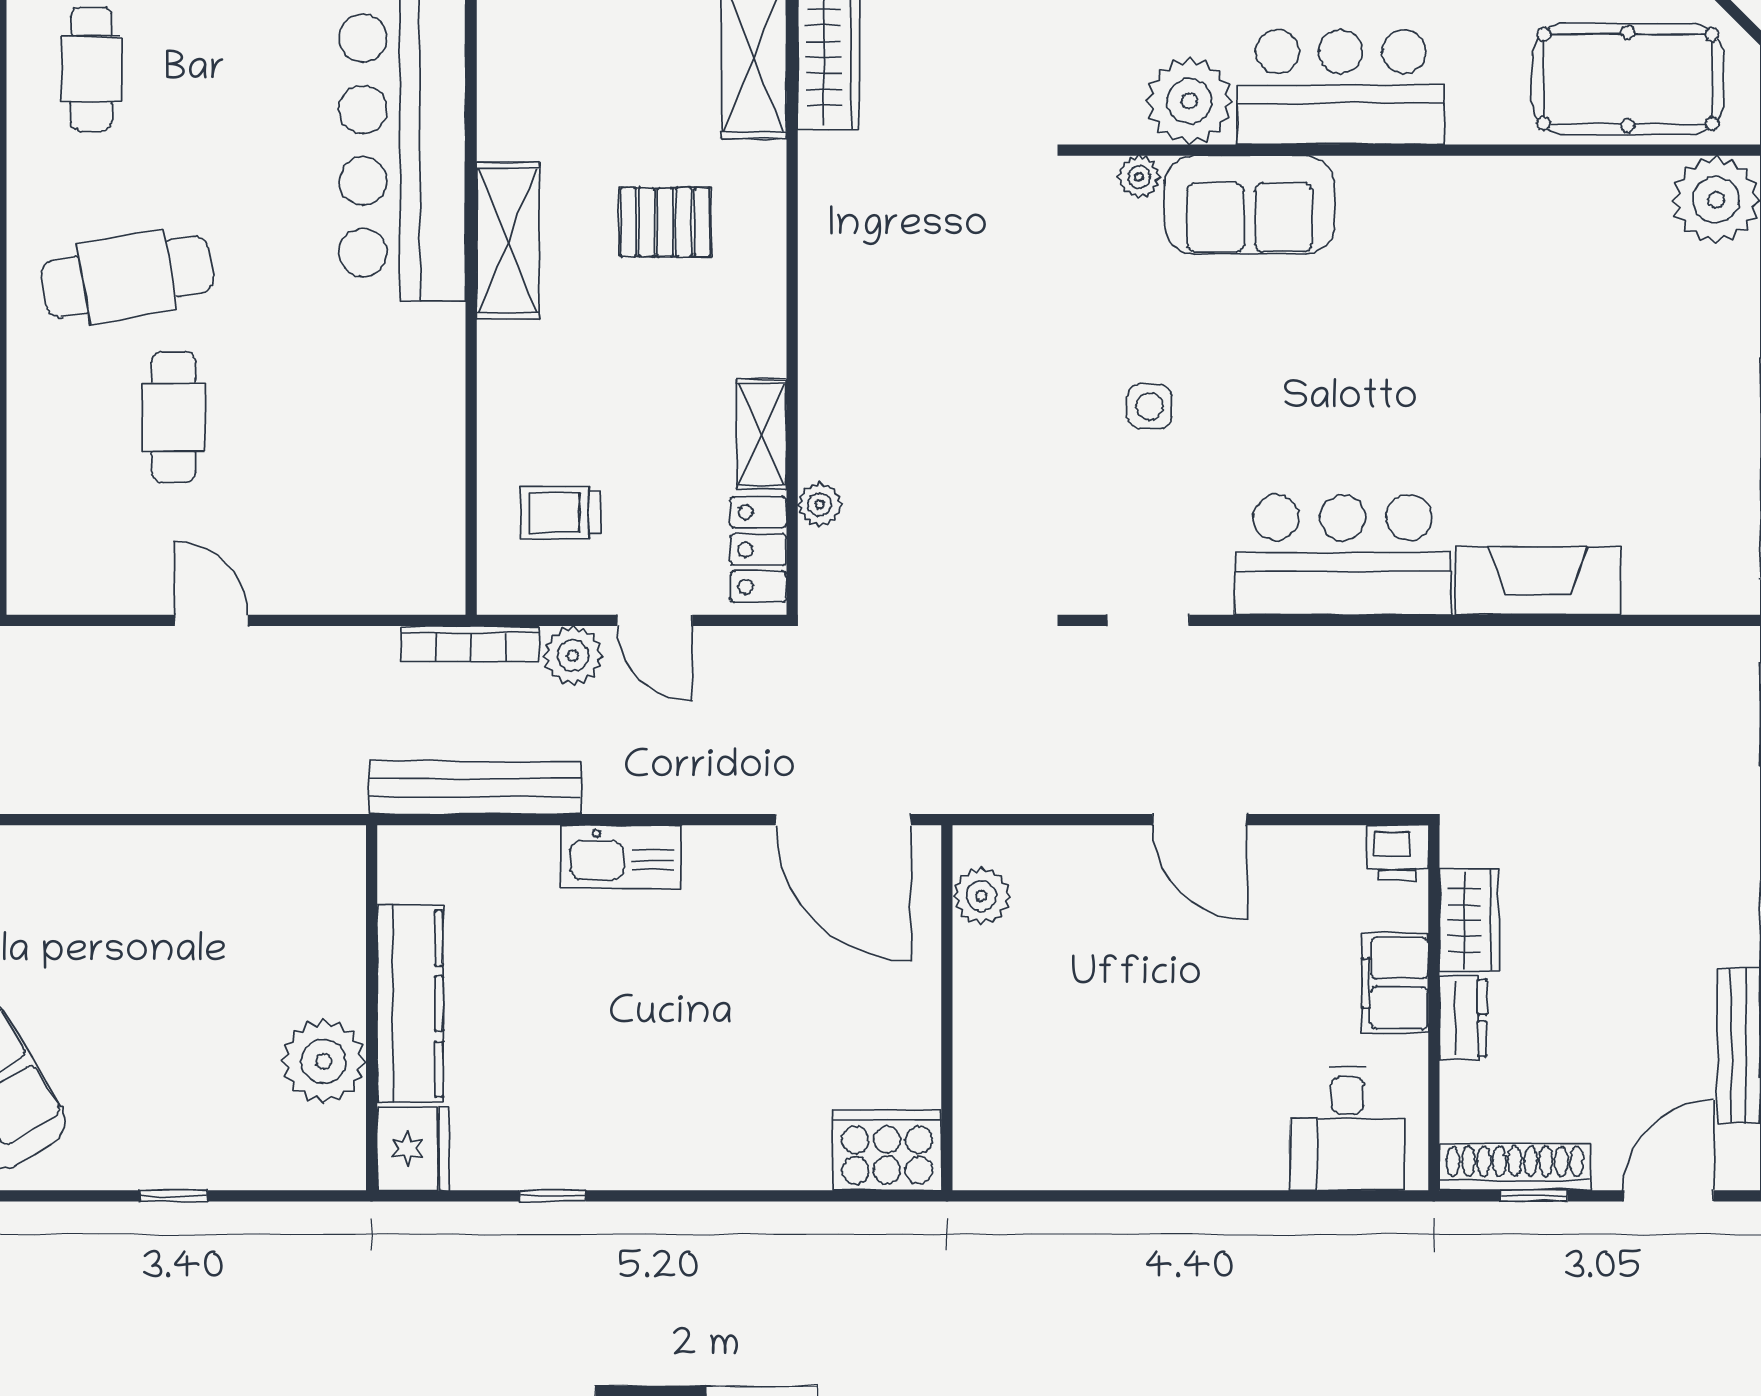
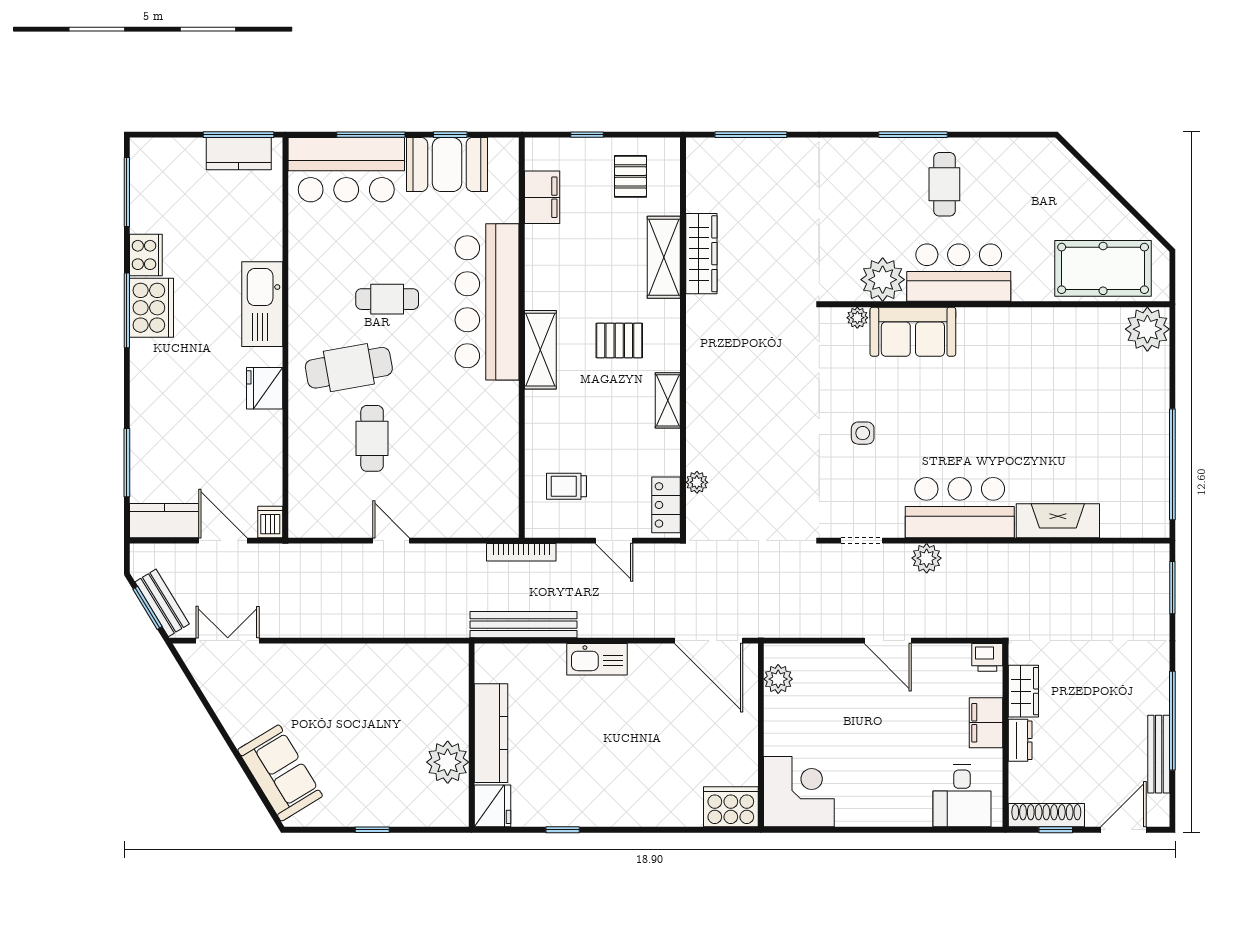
cafe table: (91, 69) -> (387, 299), moved, turned 90
shelving: (762, 434) -> (668, 400), moved
plant: (573, 656) -> (927, 558), moved
corner desk: (1023, 1120) -> (799, 792), added

